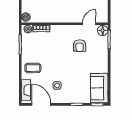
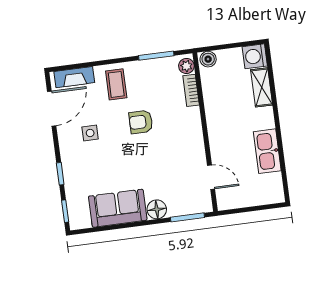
floor lamp: (103, 31) -> (157, 209), moved
armchair: (80, 46) -> (141, 122), moved
sofa: (99, 88) -> (118, 208), moved

